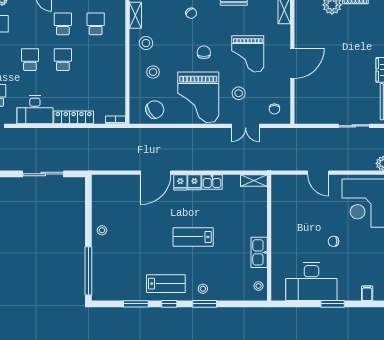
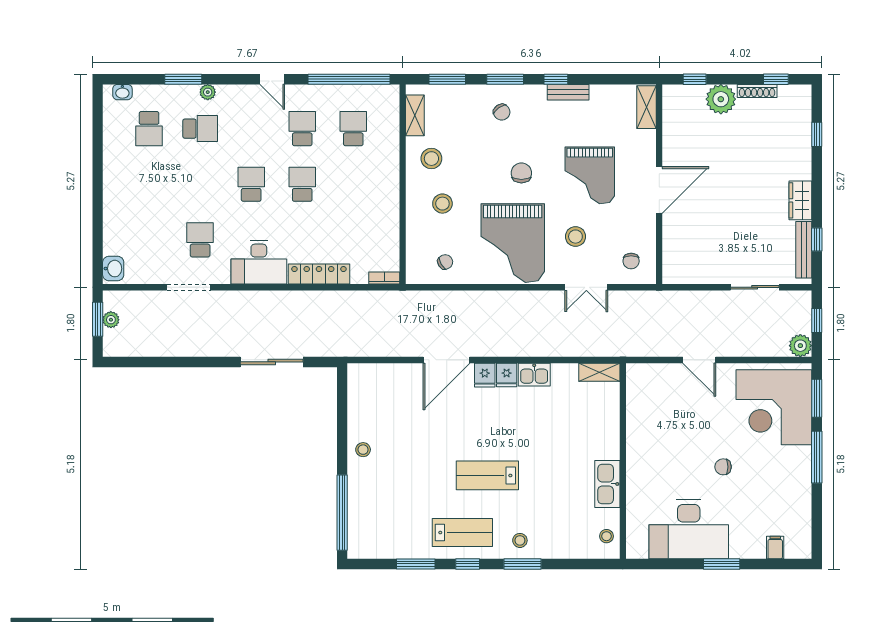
chair: (155, 110) -> (445, 262), width x0.54, depth x0.54
lab bench: (193, 237) -> (487, 475), moved

